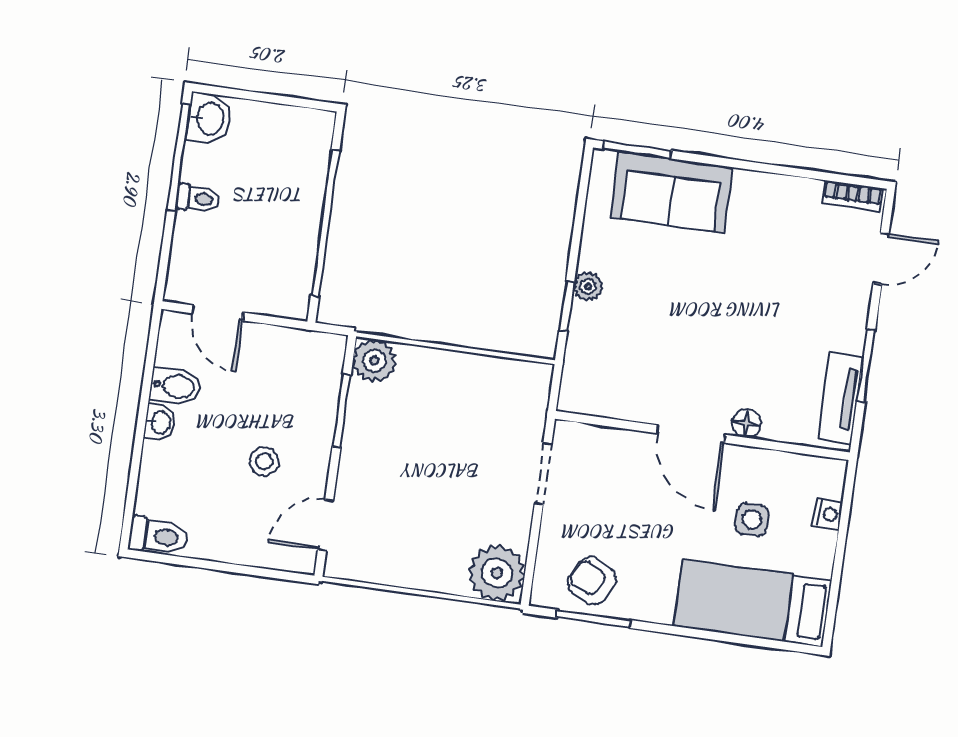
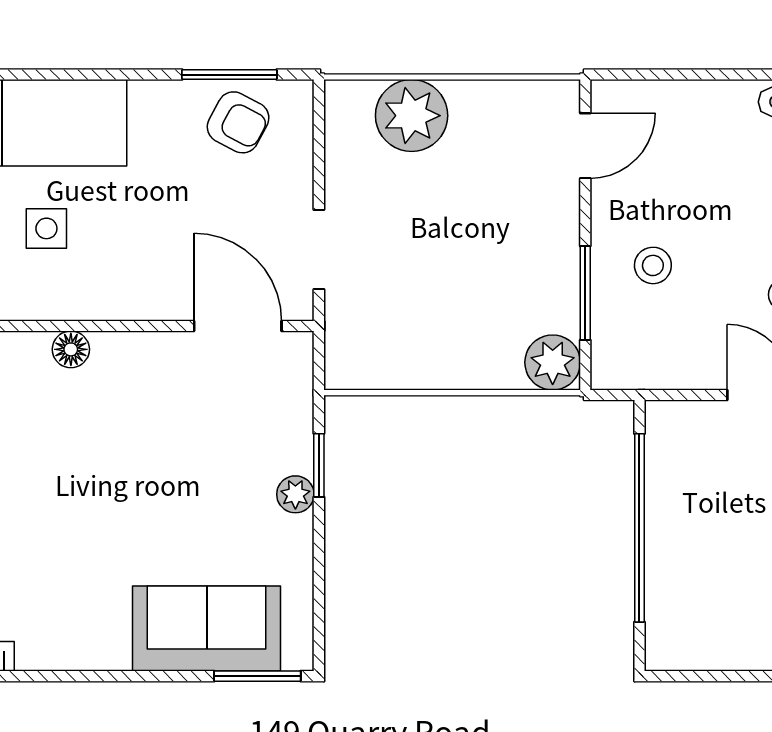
door: (691, 434) -> (238, 326), moved
stool: (264, 461) -> (653, 265), moved
plant: (497, 573) -> (412, 116), moved

